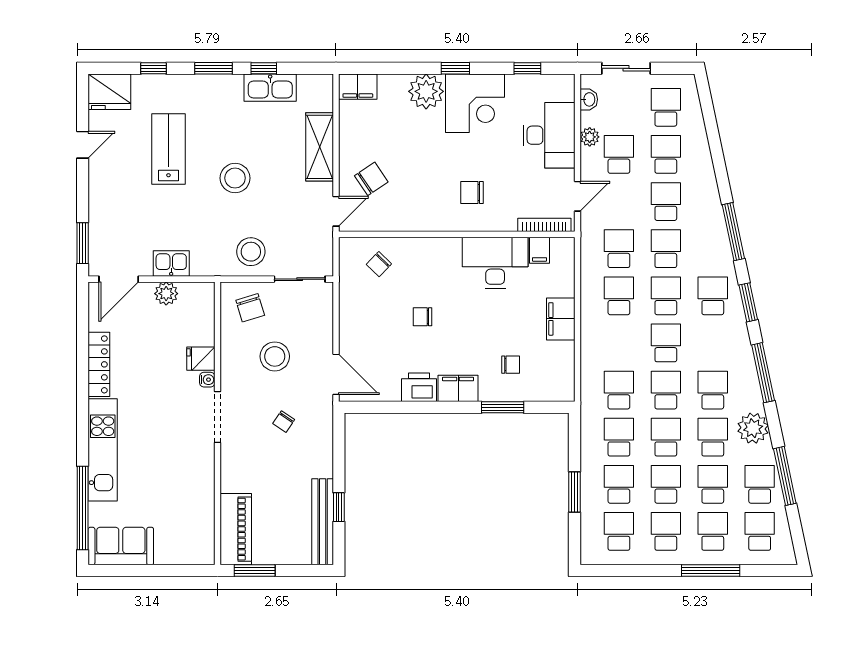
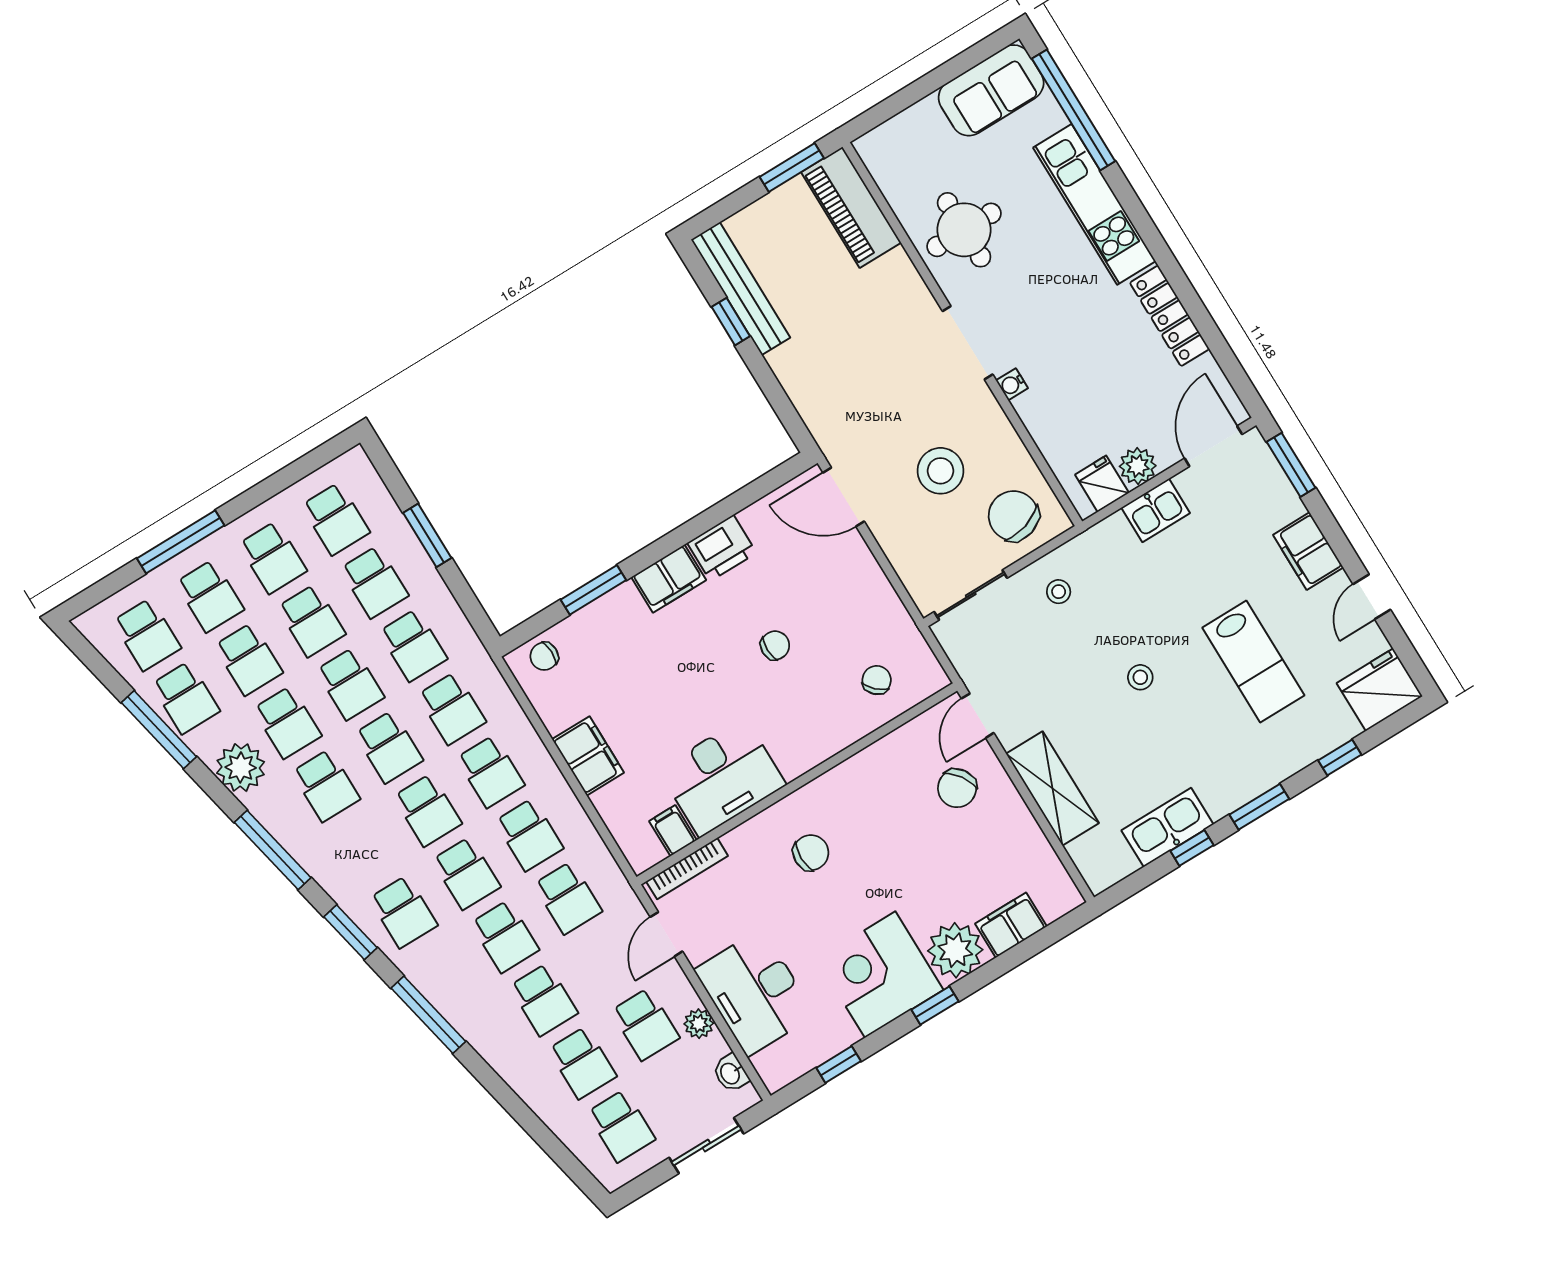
filing cabinet: (358, 87) -> (1011, 925), moved
stool: (235, 178) -> (1140, 677), width x0.53, depth x0.53
filing cabinet: (102, 191) -> (1308, 551), added
stool: (251, 252) -> (1059, 592), width x0.53, depth x0.53
chair: (250, 308) -> (1013, 516), width x1.37, depth x1.37
school desk: (619, 343) -> (490, 772), added
fridge: (201, 359) -> (1102, 484), moved, turned -90
chair: (511, 365) -> (544, 656), moved
chair: (284, 422) -> (875, 391), removed
round table: (182, 479) -> (964, 230), added

